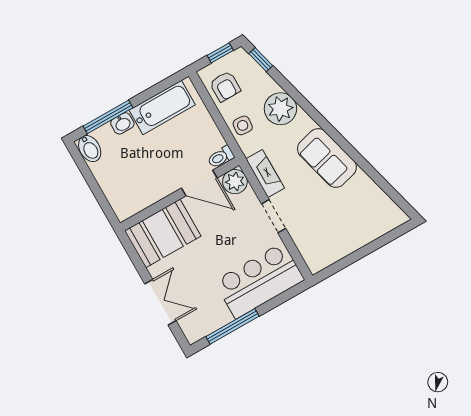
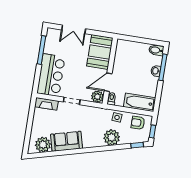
bathtub: (162, 107) -> (140, 102), moved, turned 90
sofa: (327, 158) -> (67, 141), moved
fireplace: (265, 173) -> (46, 104), moved
plant: (377, 206) -> (43, 145), added

